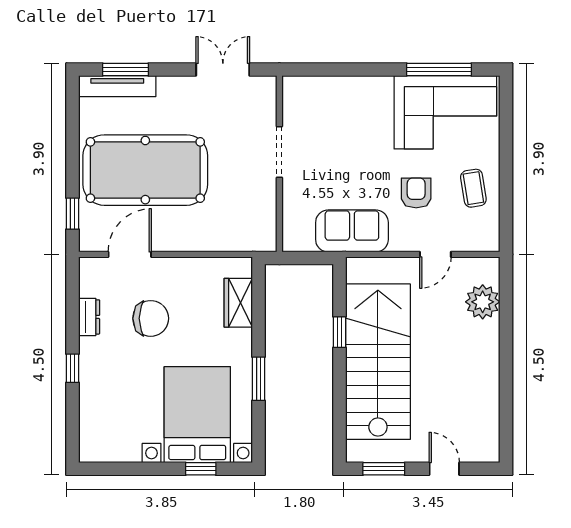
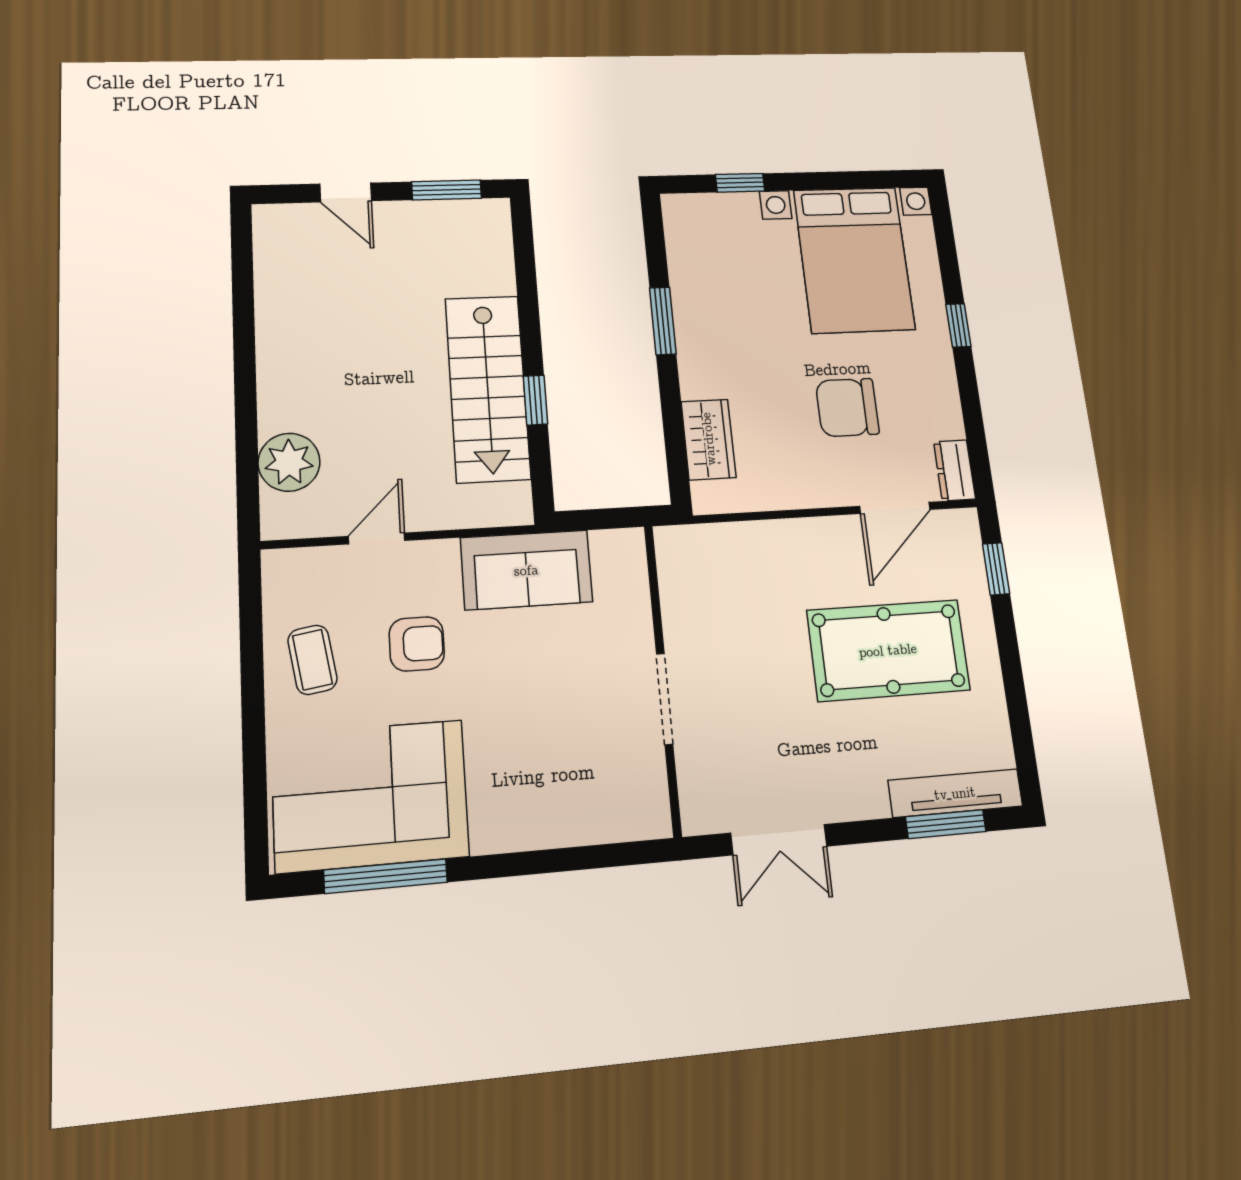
pool table: (145, 170) -> (888, 650), width x0.73, depth x0.76
armchair: (416, 193) -> (417, 644), turned -90
dresser: (89, 317) -> (955, 470), moved
stairs: (378, 362) -> (488, 388), width x0.73, depth x0.66
bed with nightstands: (197, 415) -> (854, 259), moved

